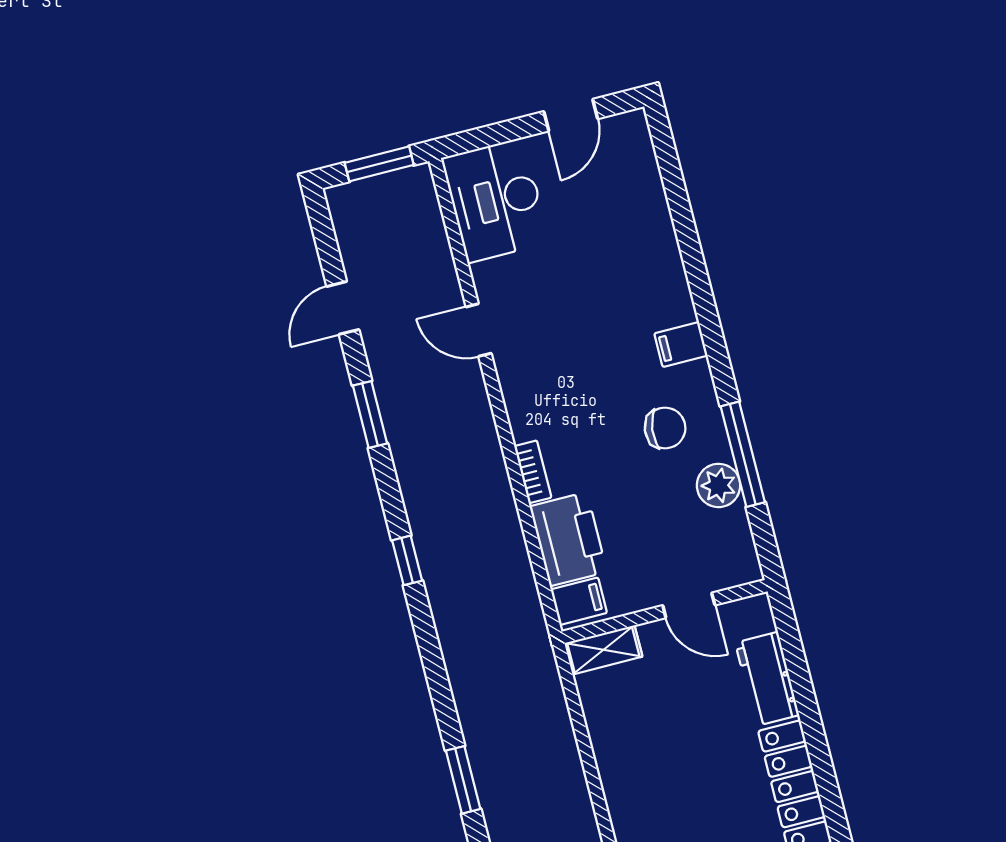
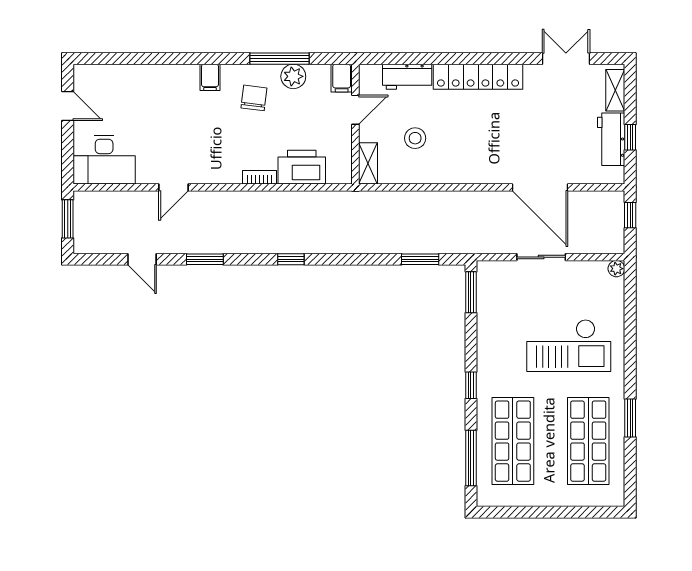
filing cabinet: (579, 601) -> (342, 78), moved, turned 180
stool: (666, 719) -> (415, 138), added

